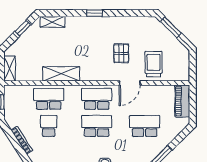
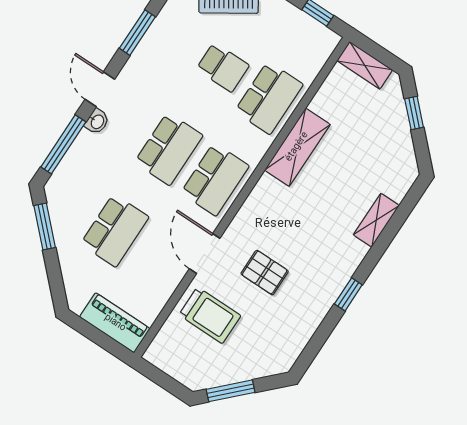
window: (95, 13) -> (348, 294), moved
shelving: (52, 22) -> (376, 220), moved
window: (171, 27) -> (231, 391), moved
window: (23, 28) -> (414, 113), moved

